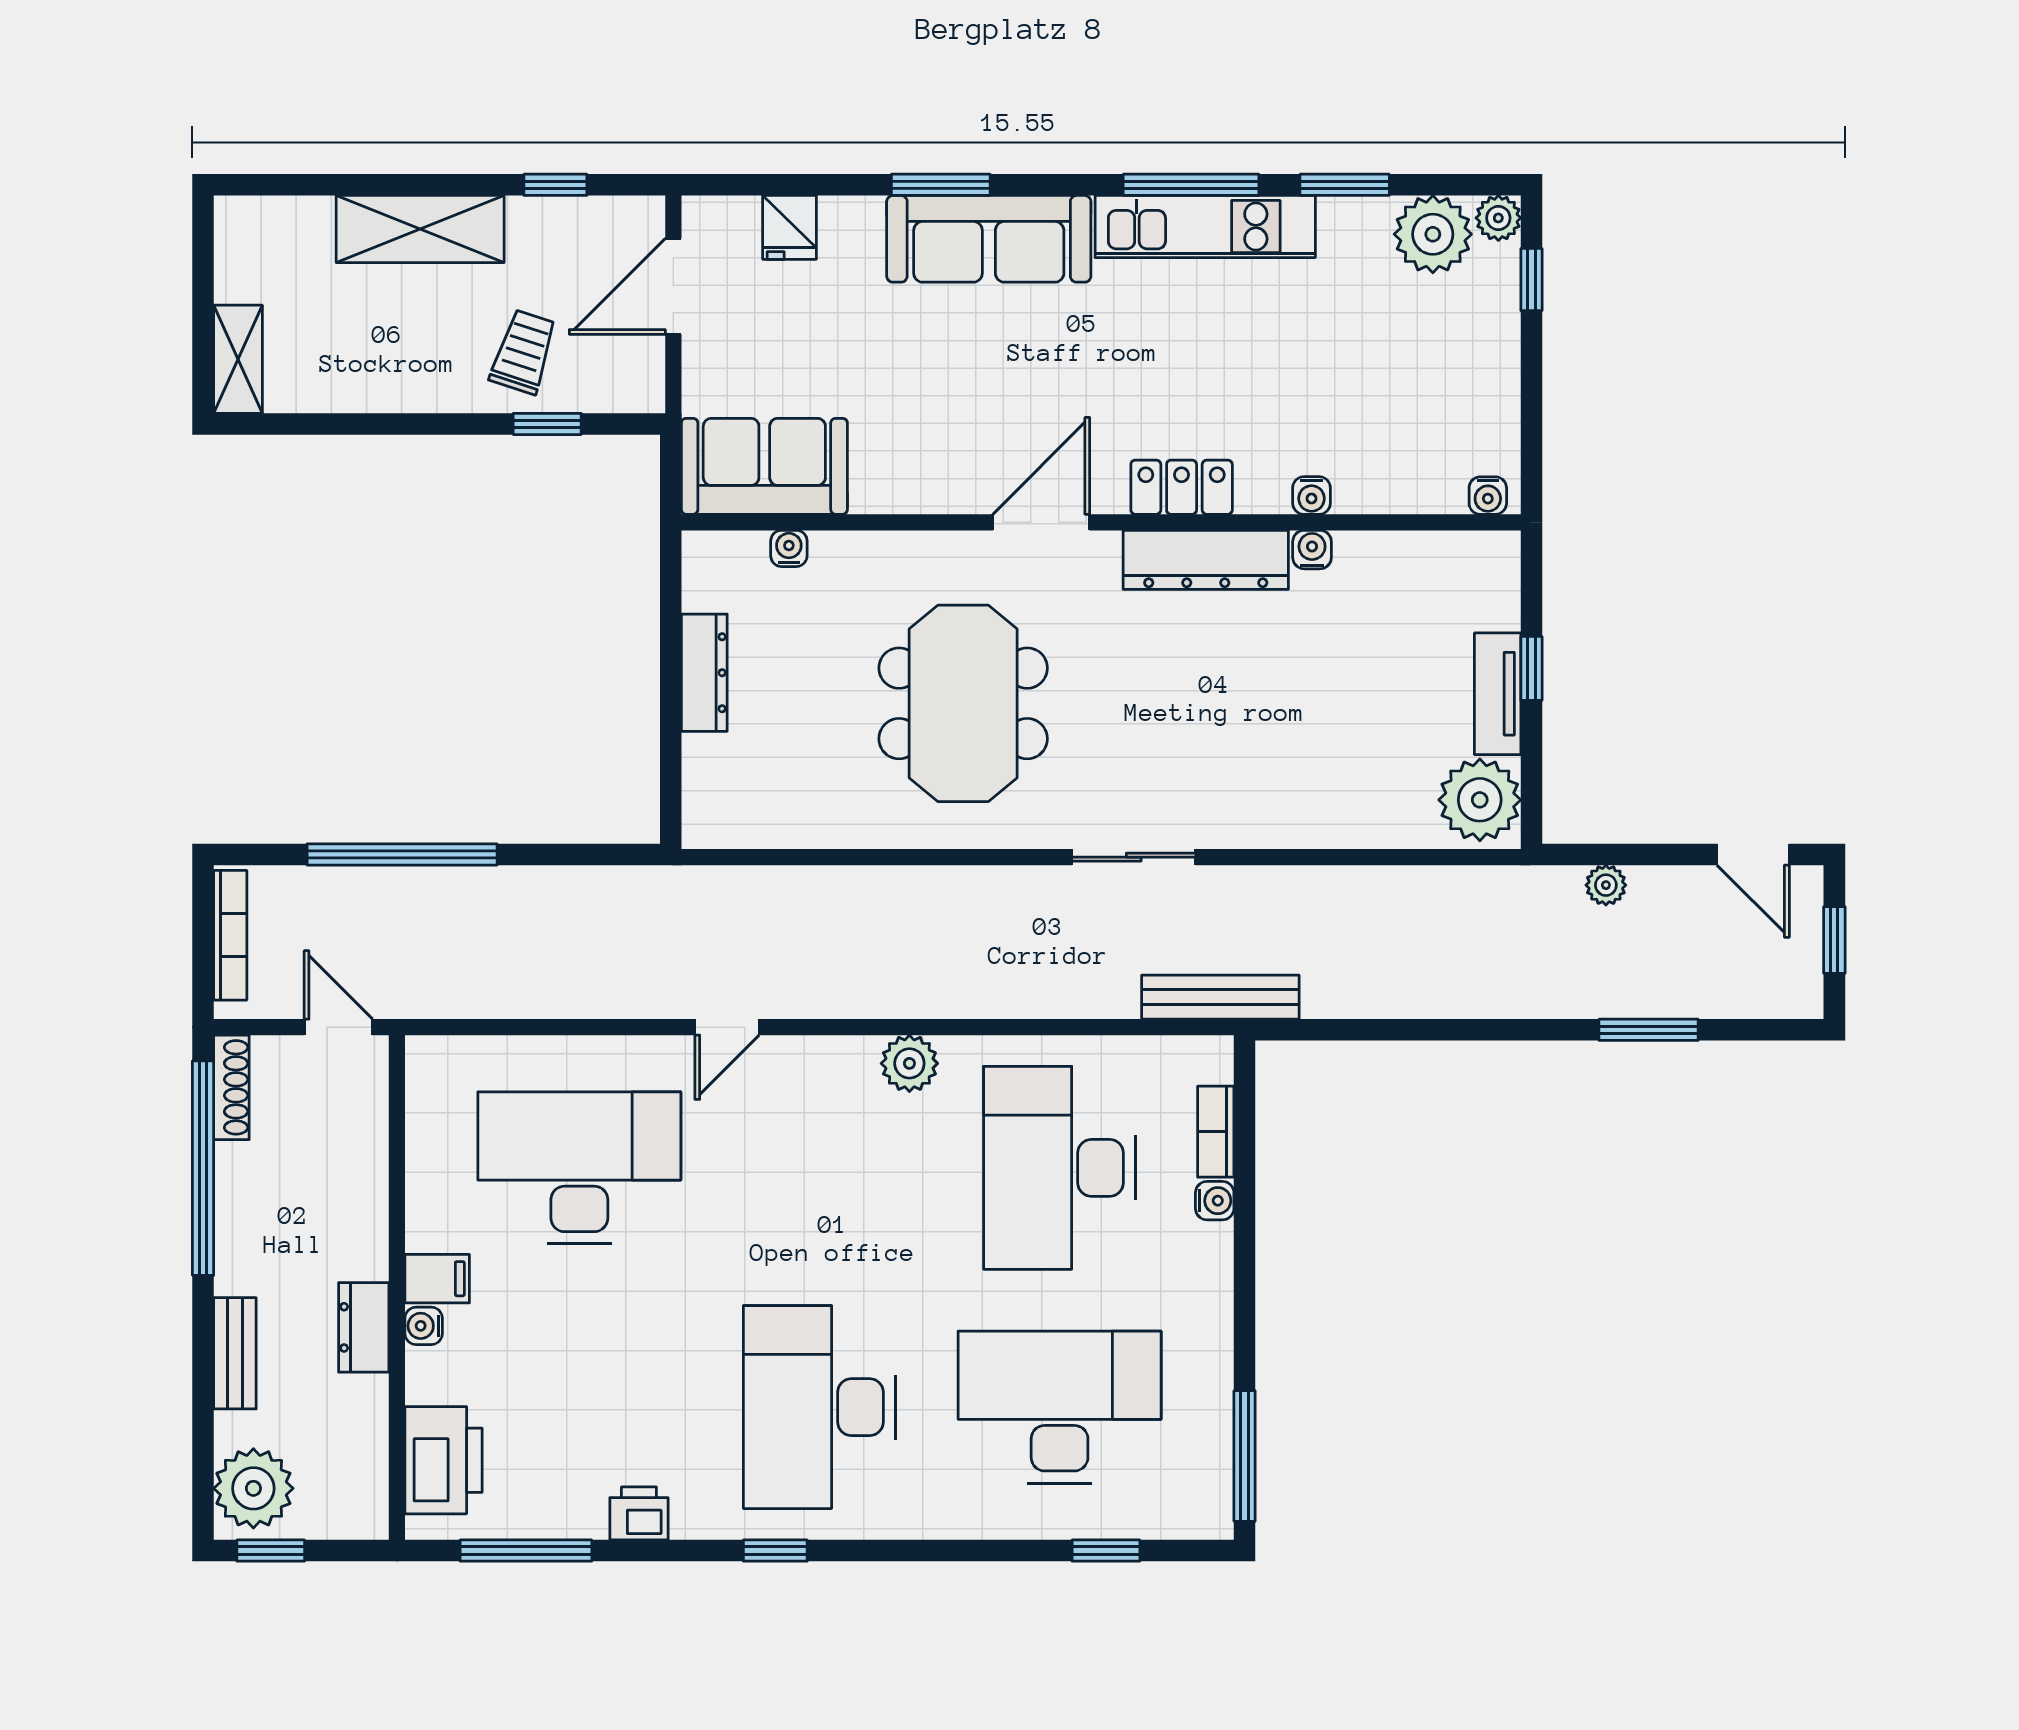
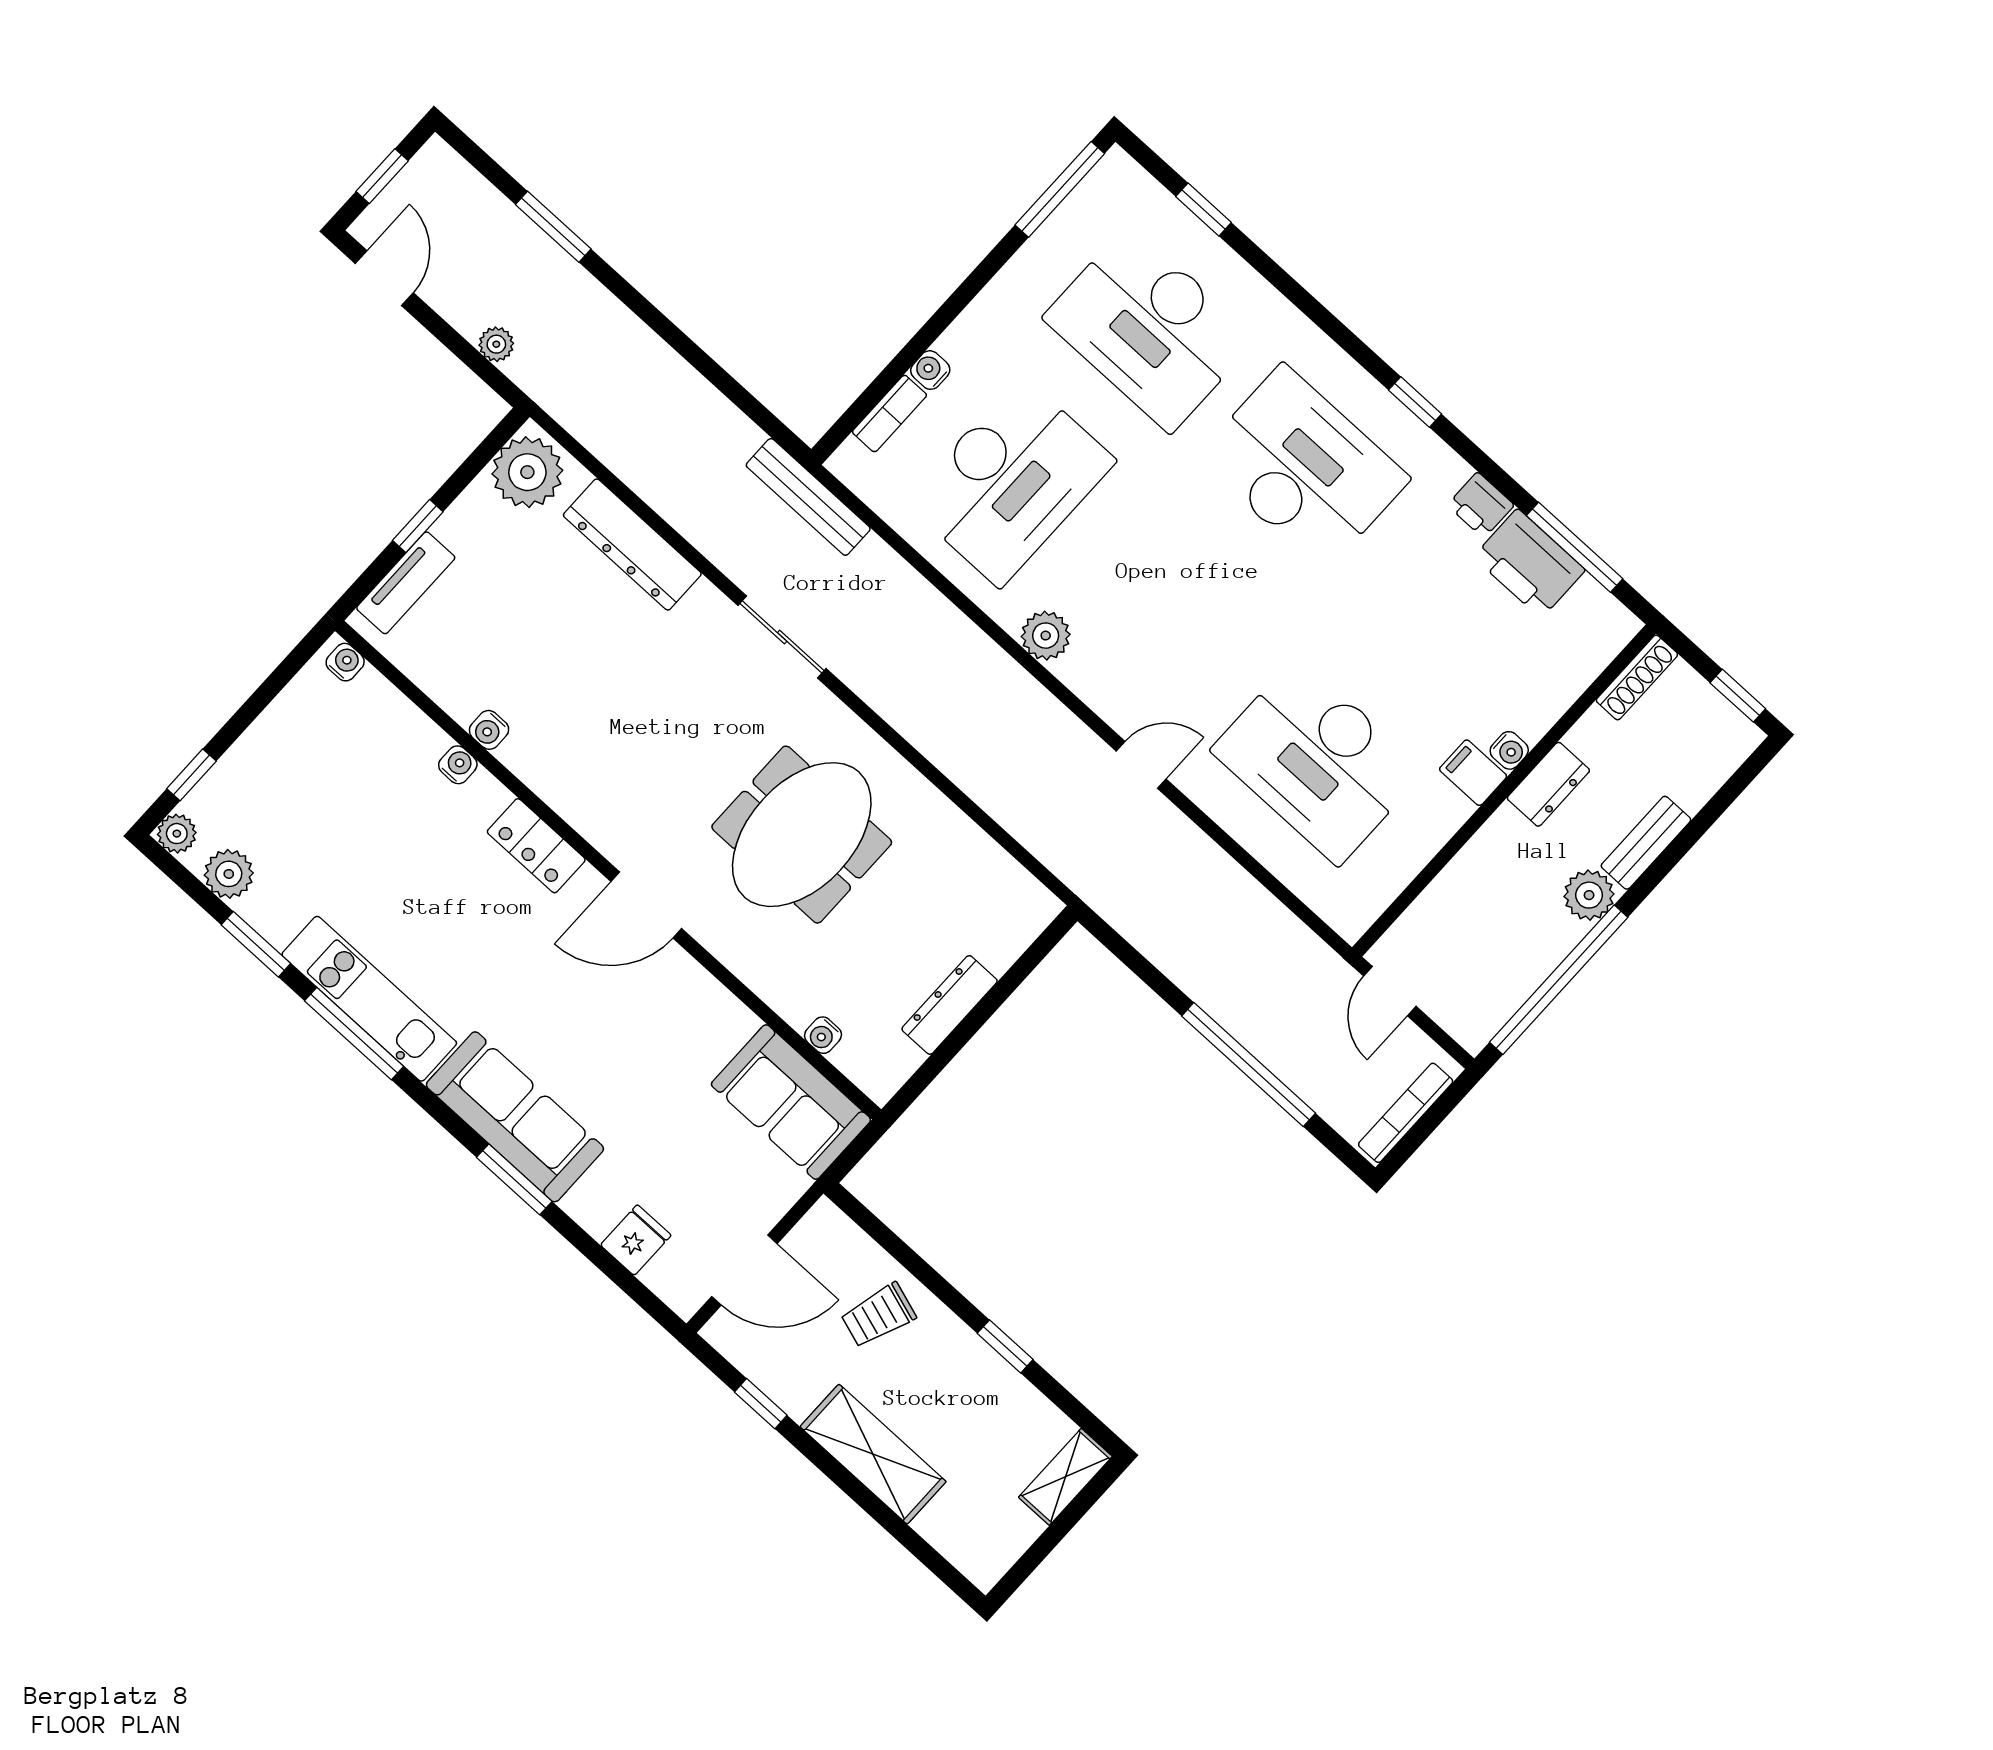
plant: (1433, 234) -> (229, 874), width x0.73, depth x0.73
window: (547, 424) -> (1005, 1346), moved
dresser: (1206, 560) -> (632, 545), moved, turned 180
tv unit: (1498, 694) -> (406, 583), moved
shoe rack: (231, 1087) -> (1637, 677), moved, turned 180
desk: (819, 1407) -> (1303, 468), turned -90
printer: (443, 1460) -> (1529, 563), moved, turned -90
plant: (253, 1488) -> (1589, 895), moved, width x0.73, depth x0.73

